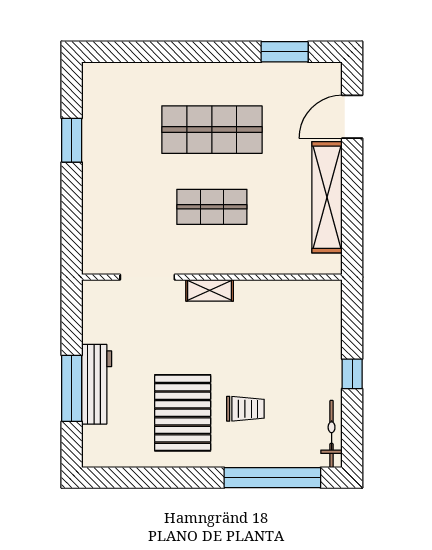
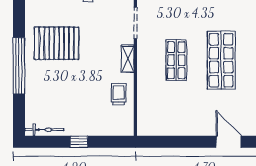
shelving: (327, 197) -> (182, 127), removed
trolley: (245, 409) -> (119, 94), moved, turned 180
window: (272, 478) -> (19, 66), moved

